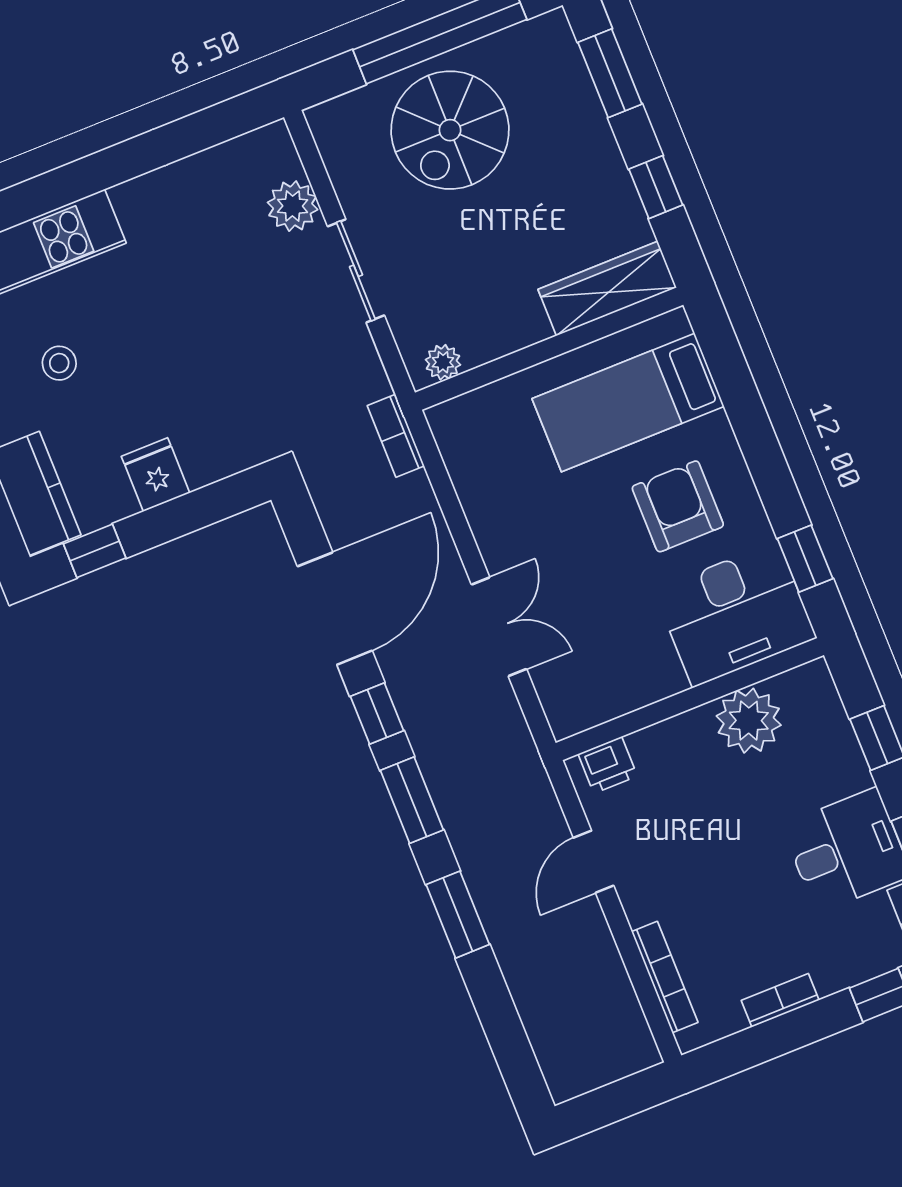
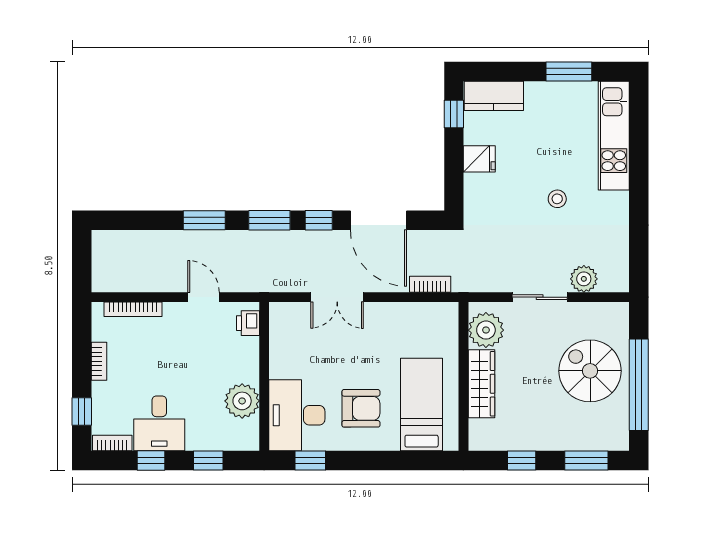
wardrobe: (607, 289) -> (481, 384), moved
plant: (443, 362) -> (486, 330), width x1.88, depth x1.88
stool: (59, 363) -> (557, 199), moved
bookcase: (396, 436) -> (430, 284), moved

